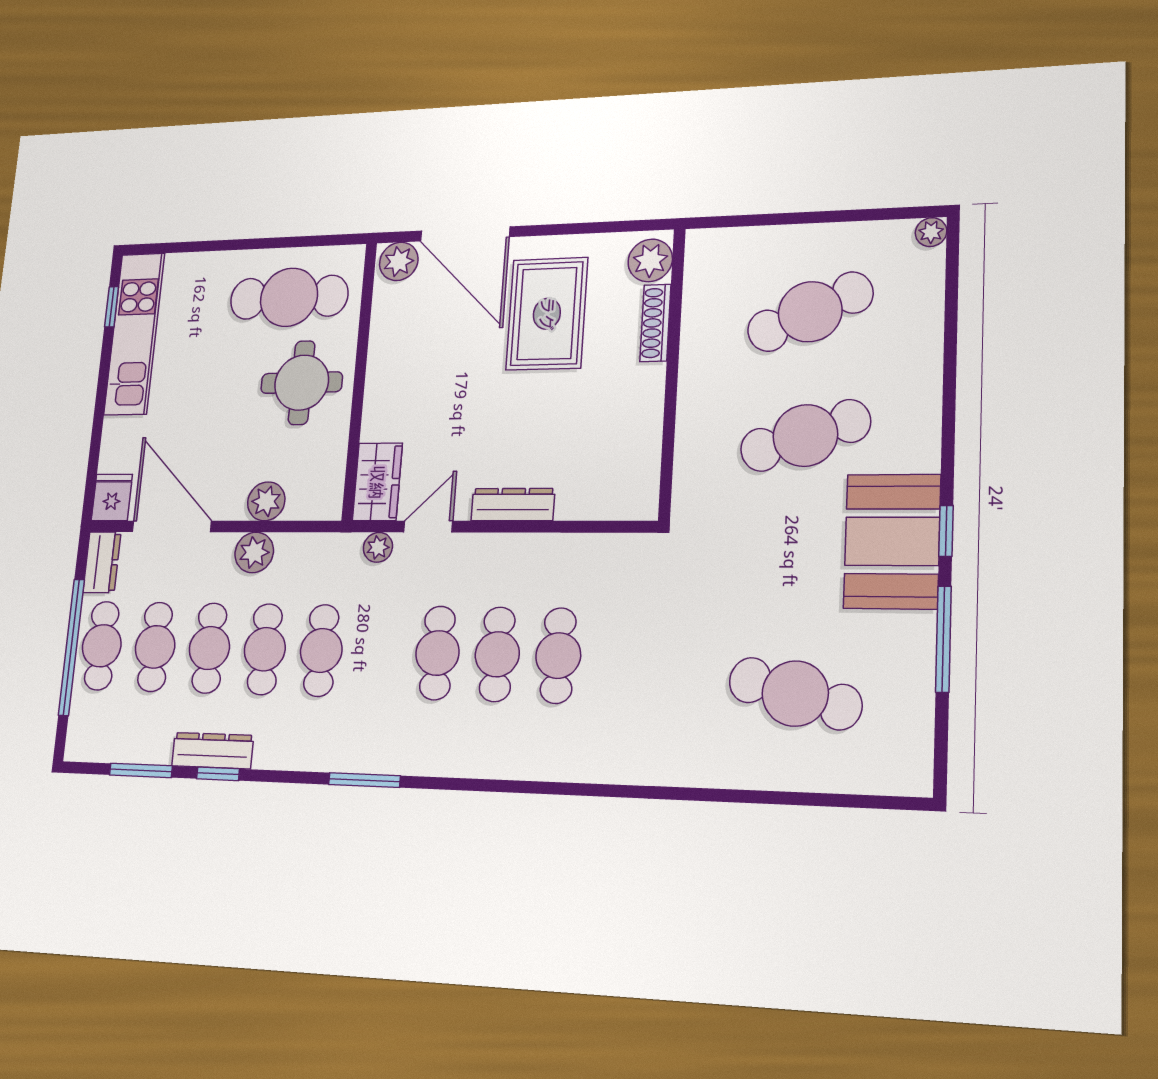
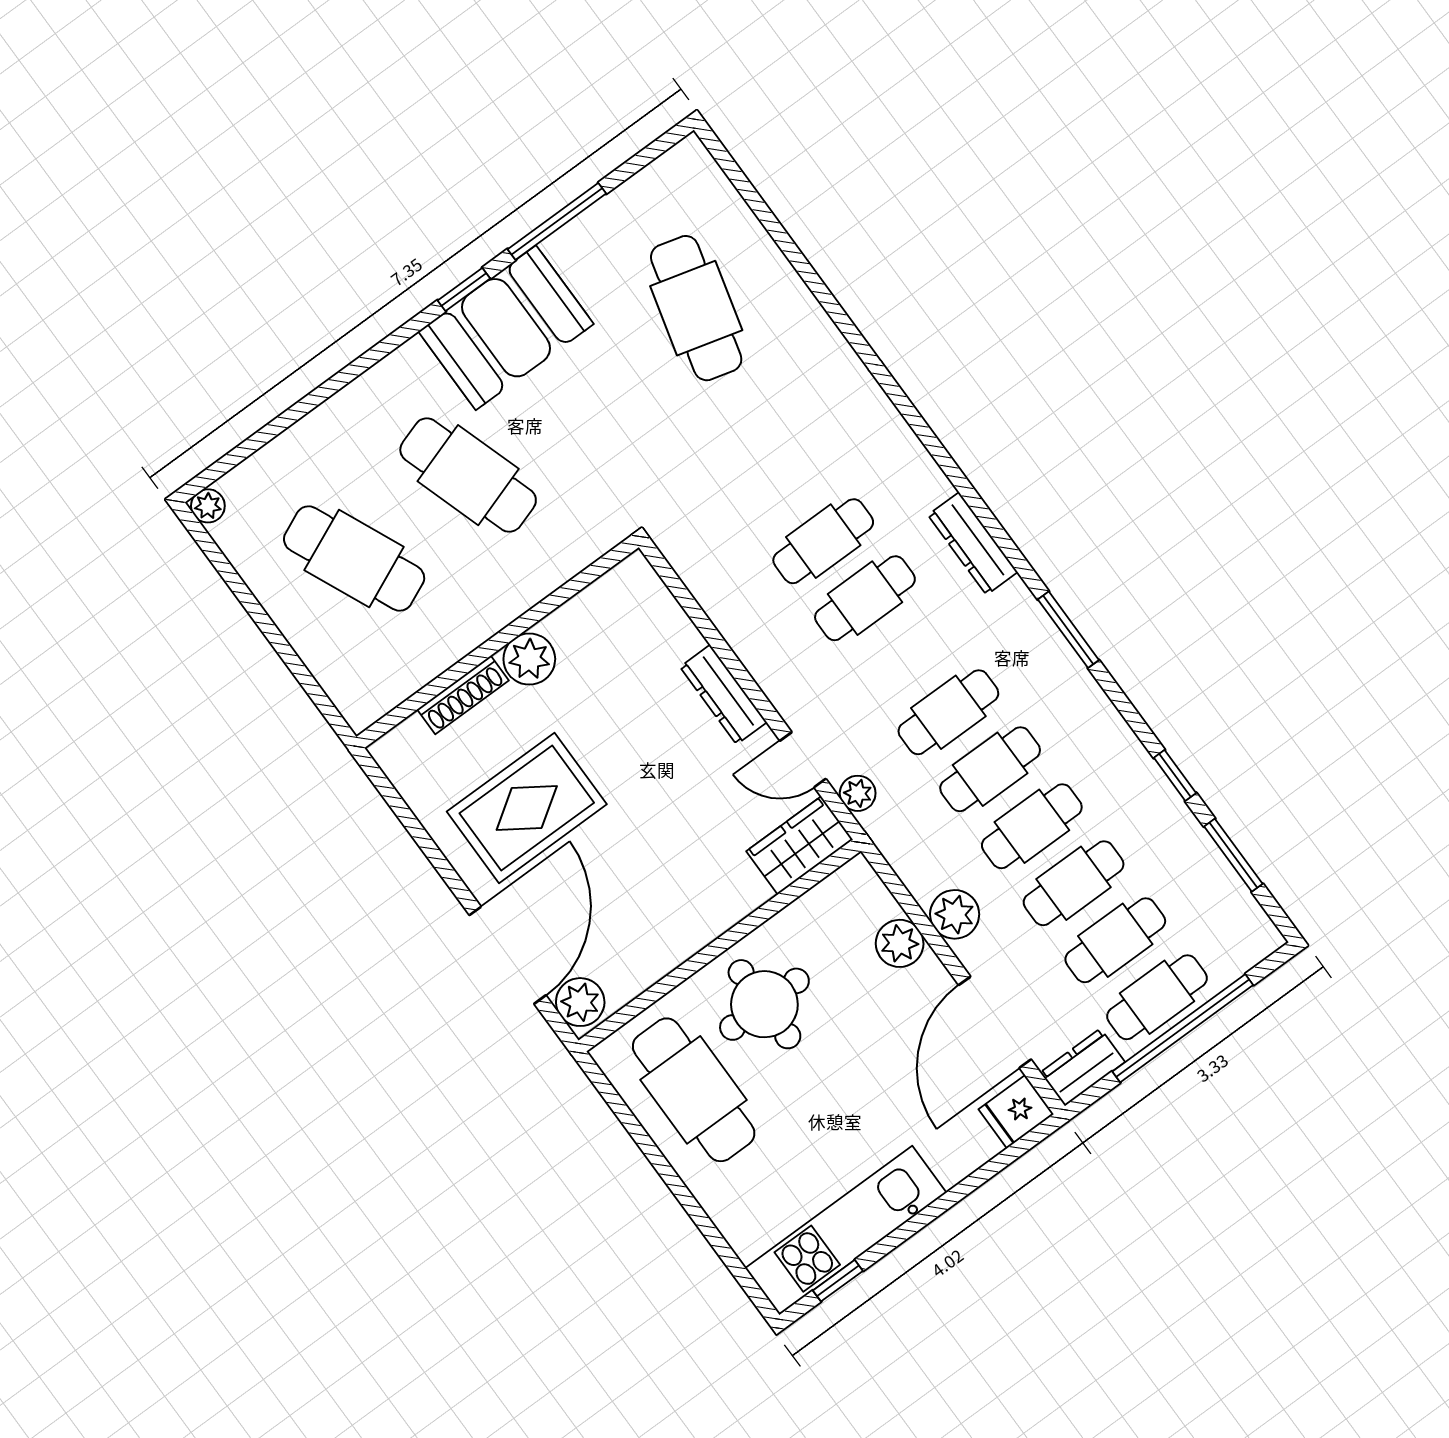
plant: (650, 260) -> (529, 659), moved
cafe table: (437, 653) -> (948, 712), moved
dresser: (213, 751) -> (973, 544), moved

